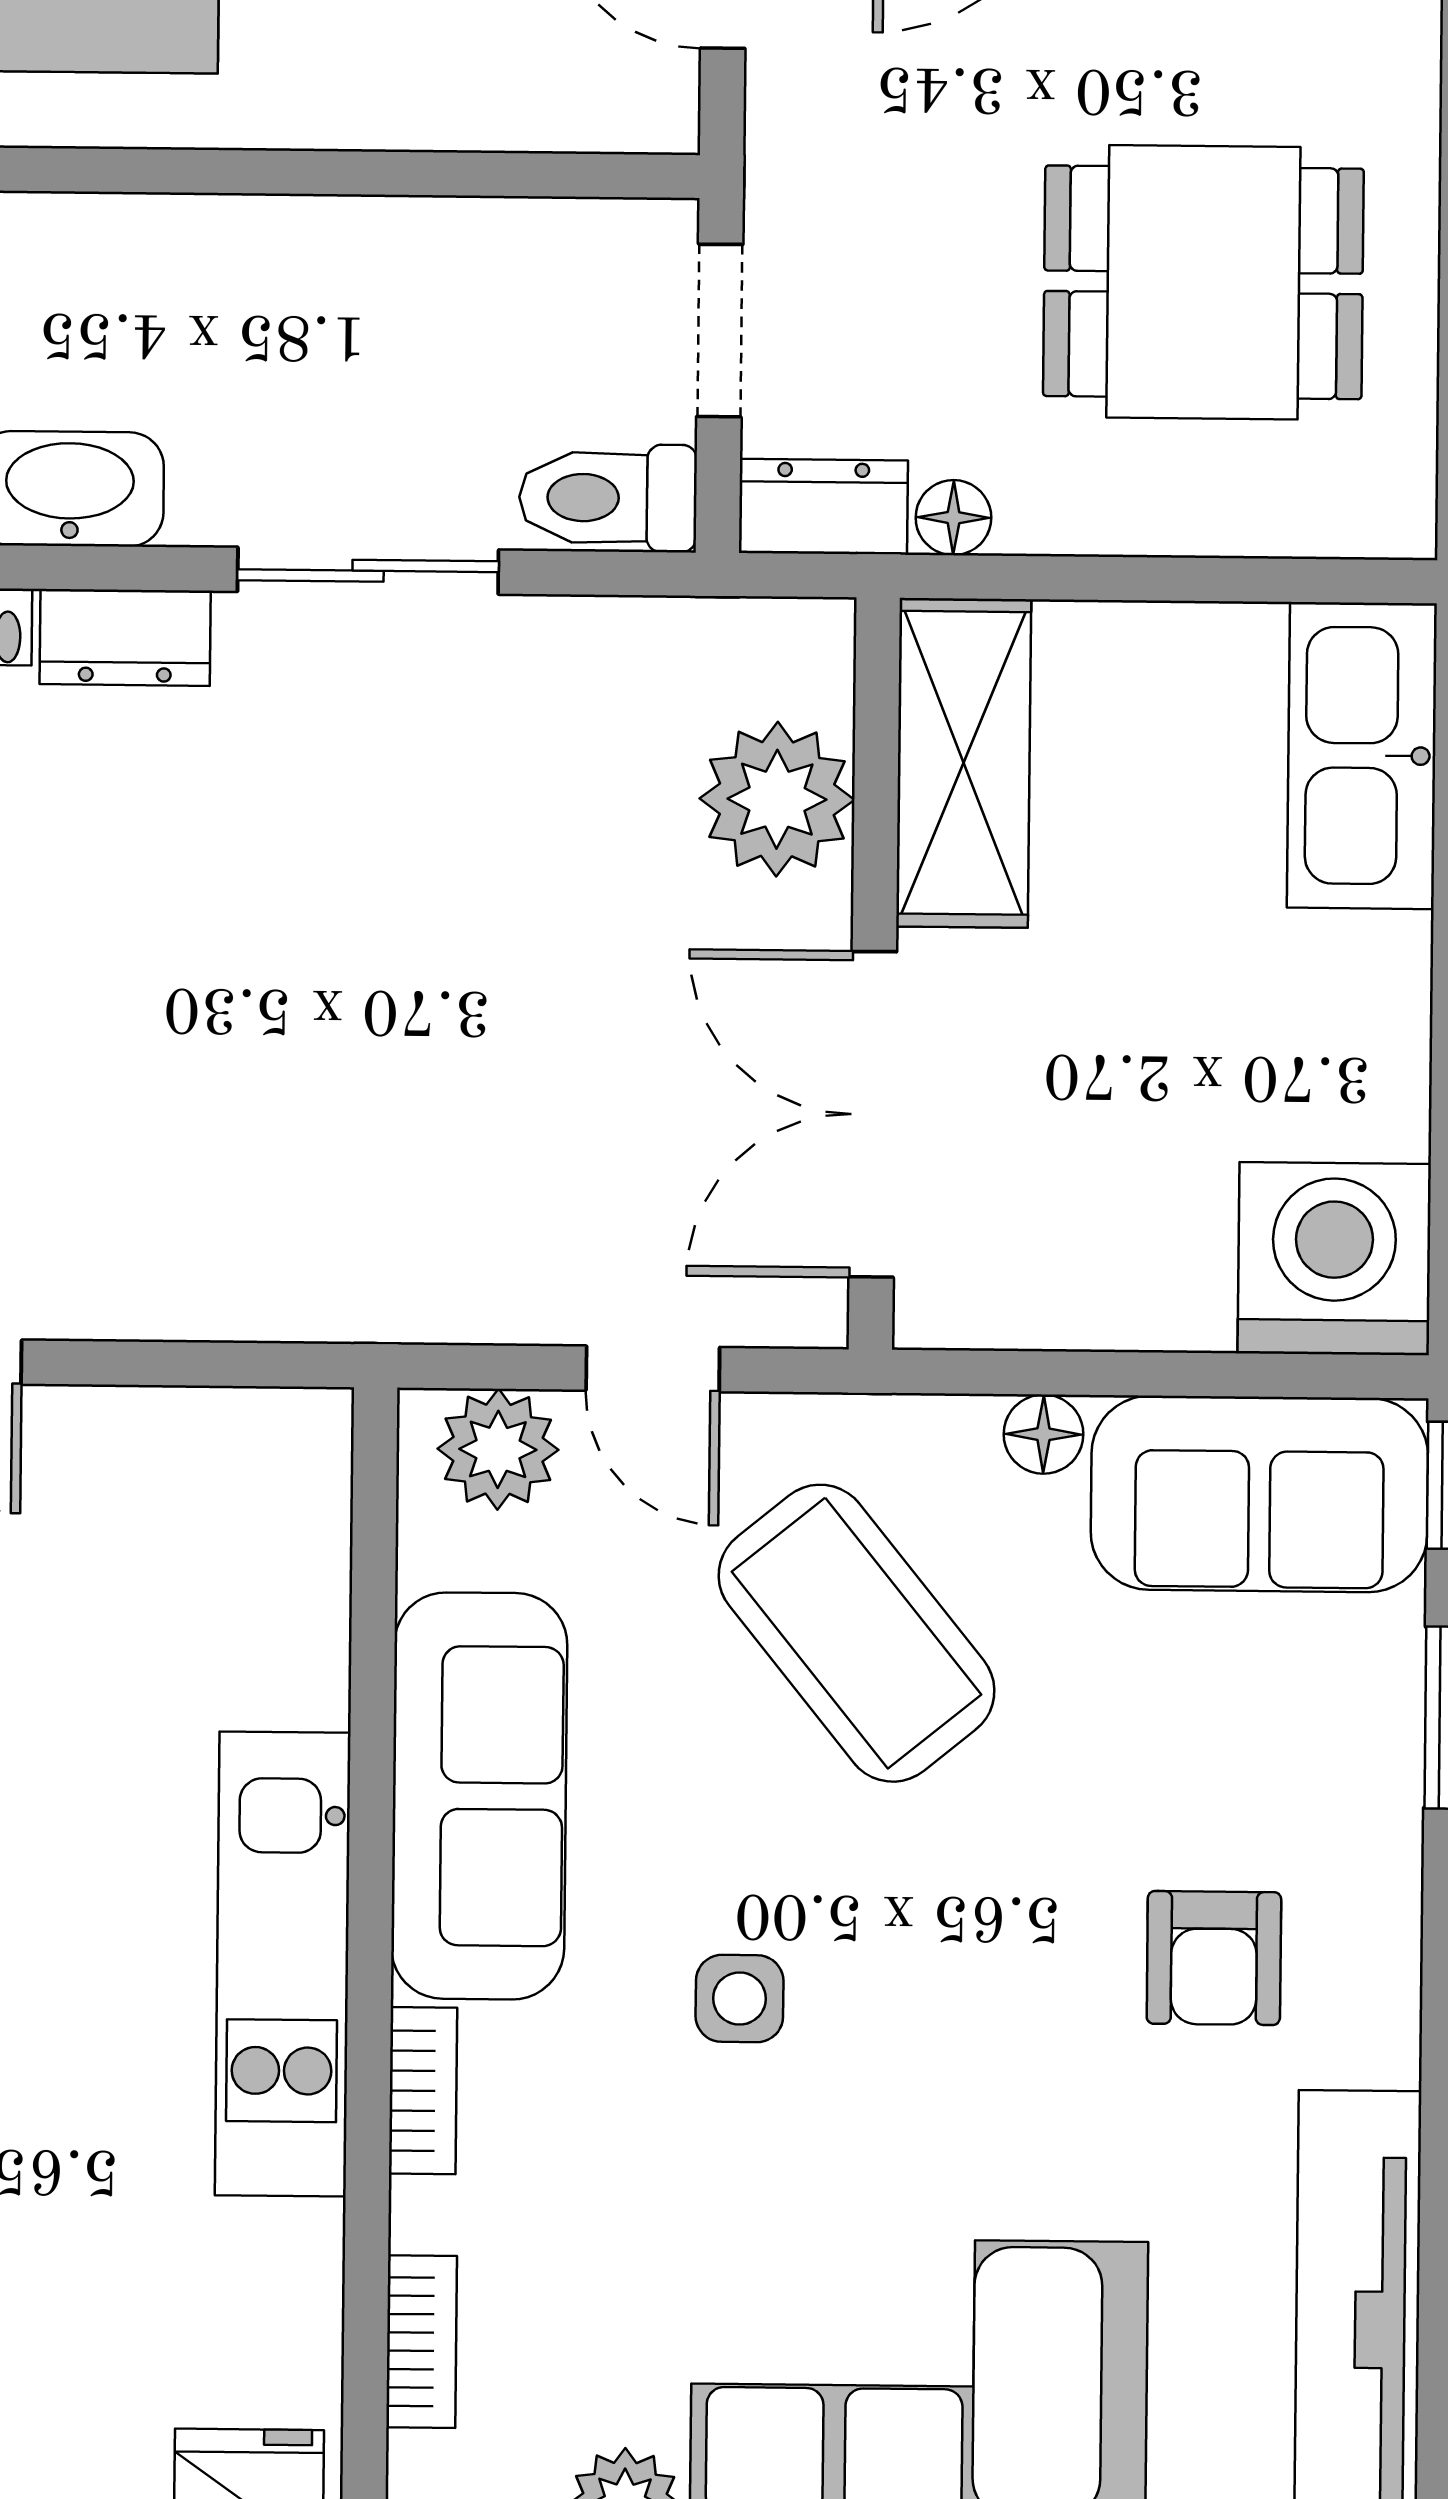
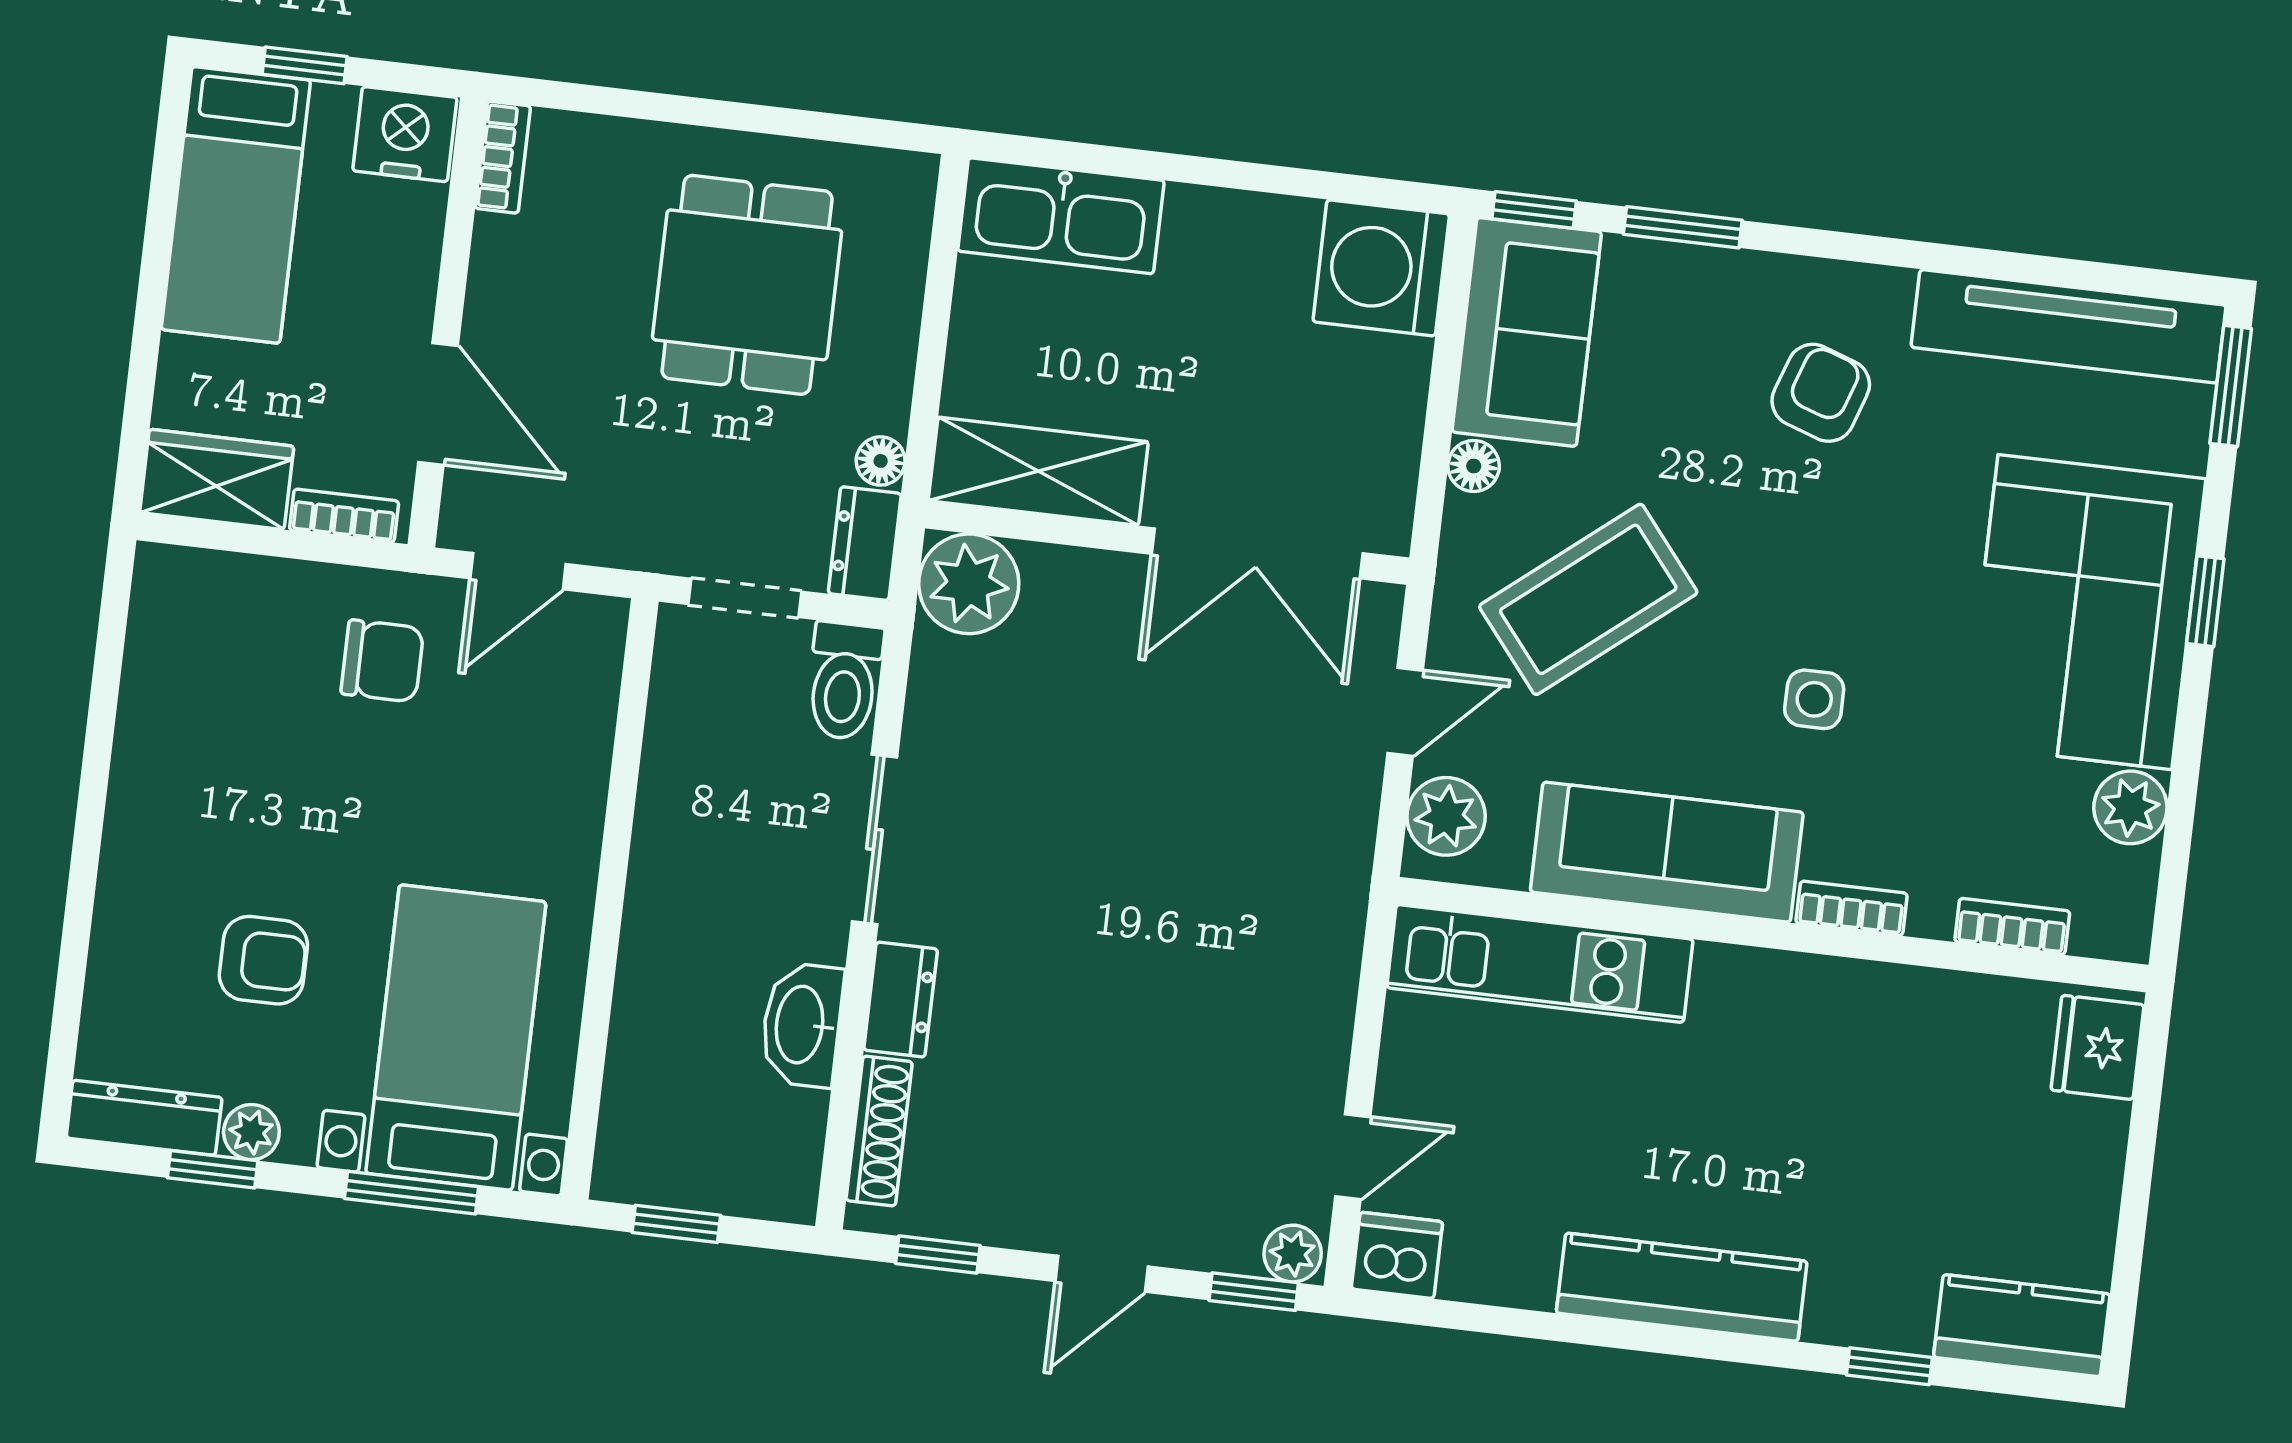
plant: (777, 799) -> (969, 584), moved
armchair: (1214, 1958) -> (1821, 393), turned -71
kitchen unit: (283, 1964) -> (1540, 964), moved

